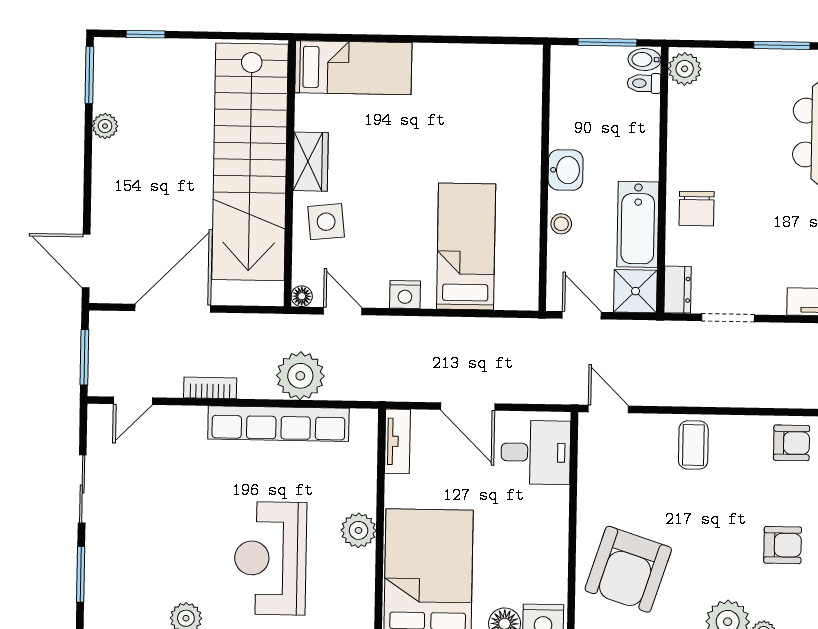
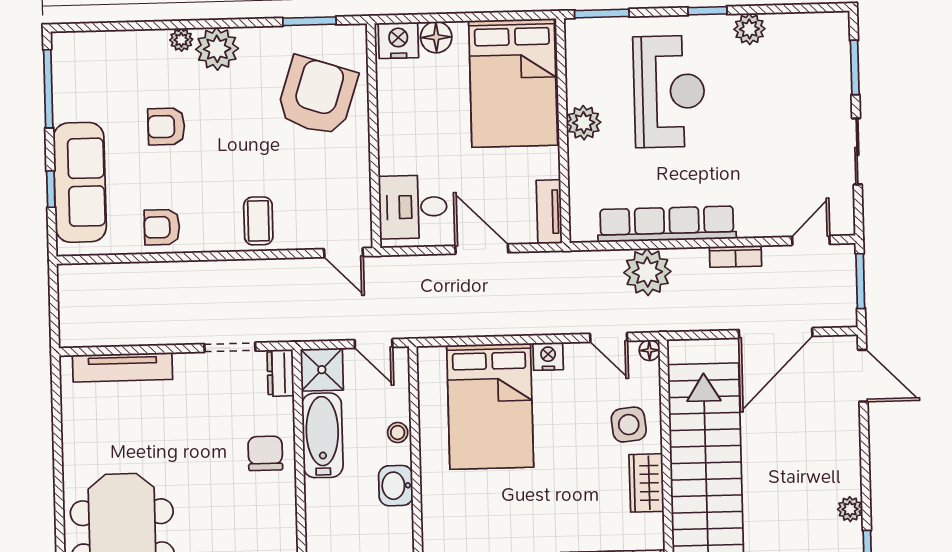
bed: (466, 246) -> (490, 406), width x1.50

